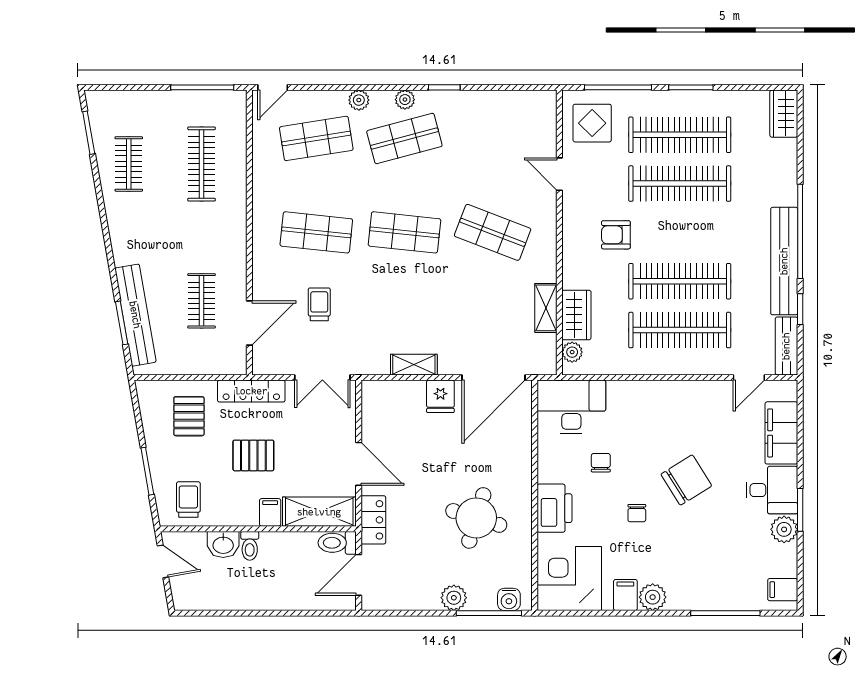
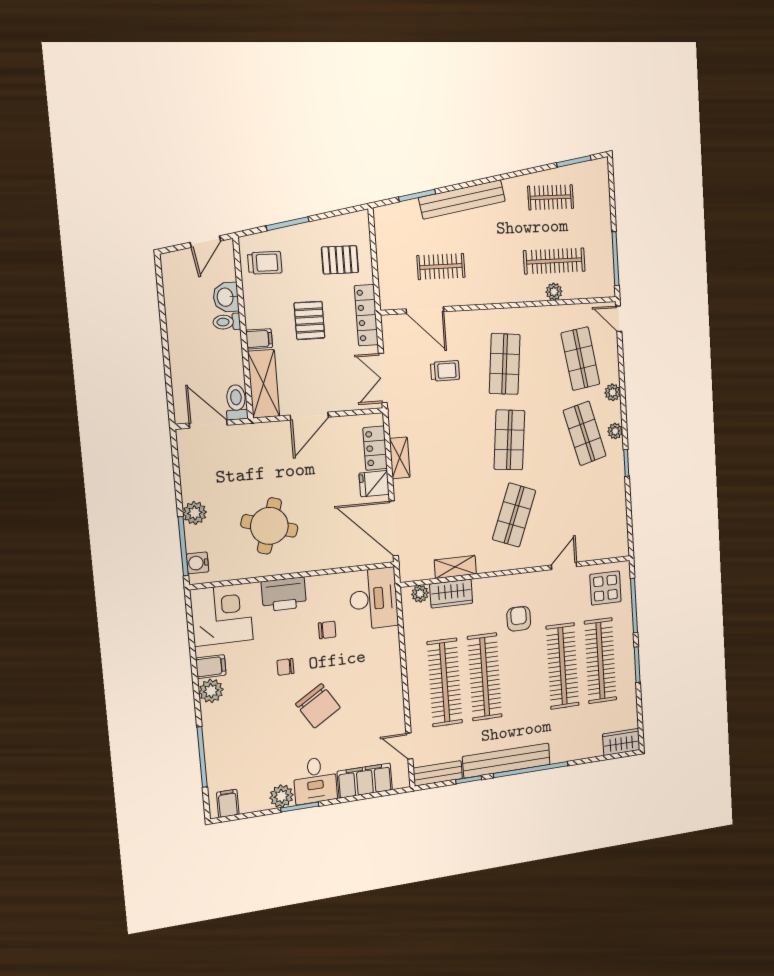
plant: (237, 167) -> (554, 292), added
bench: (135, 315) -> (462, 199), moved
locker: (373, 520) -> (375, 448), moved, turned 90

